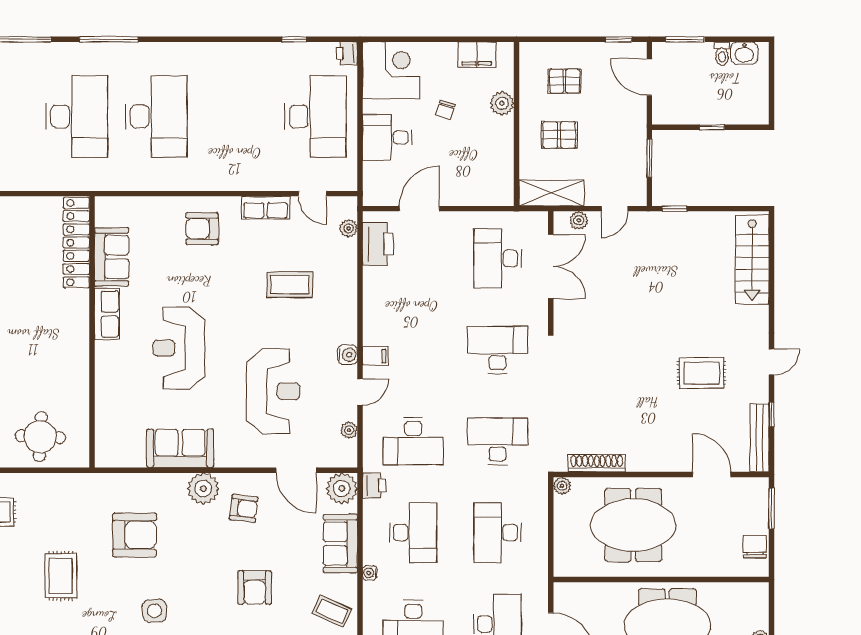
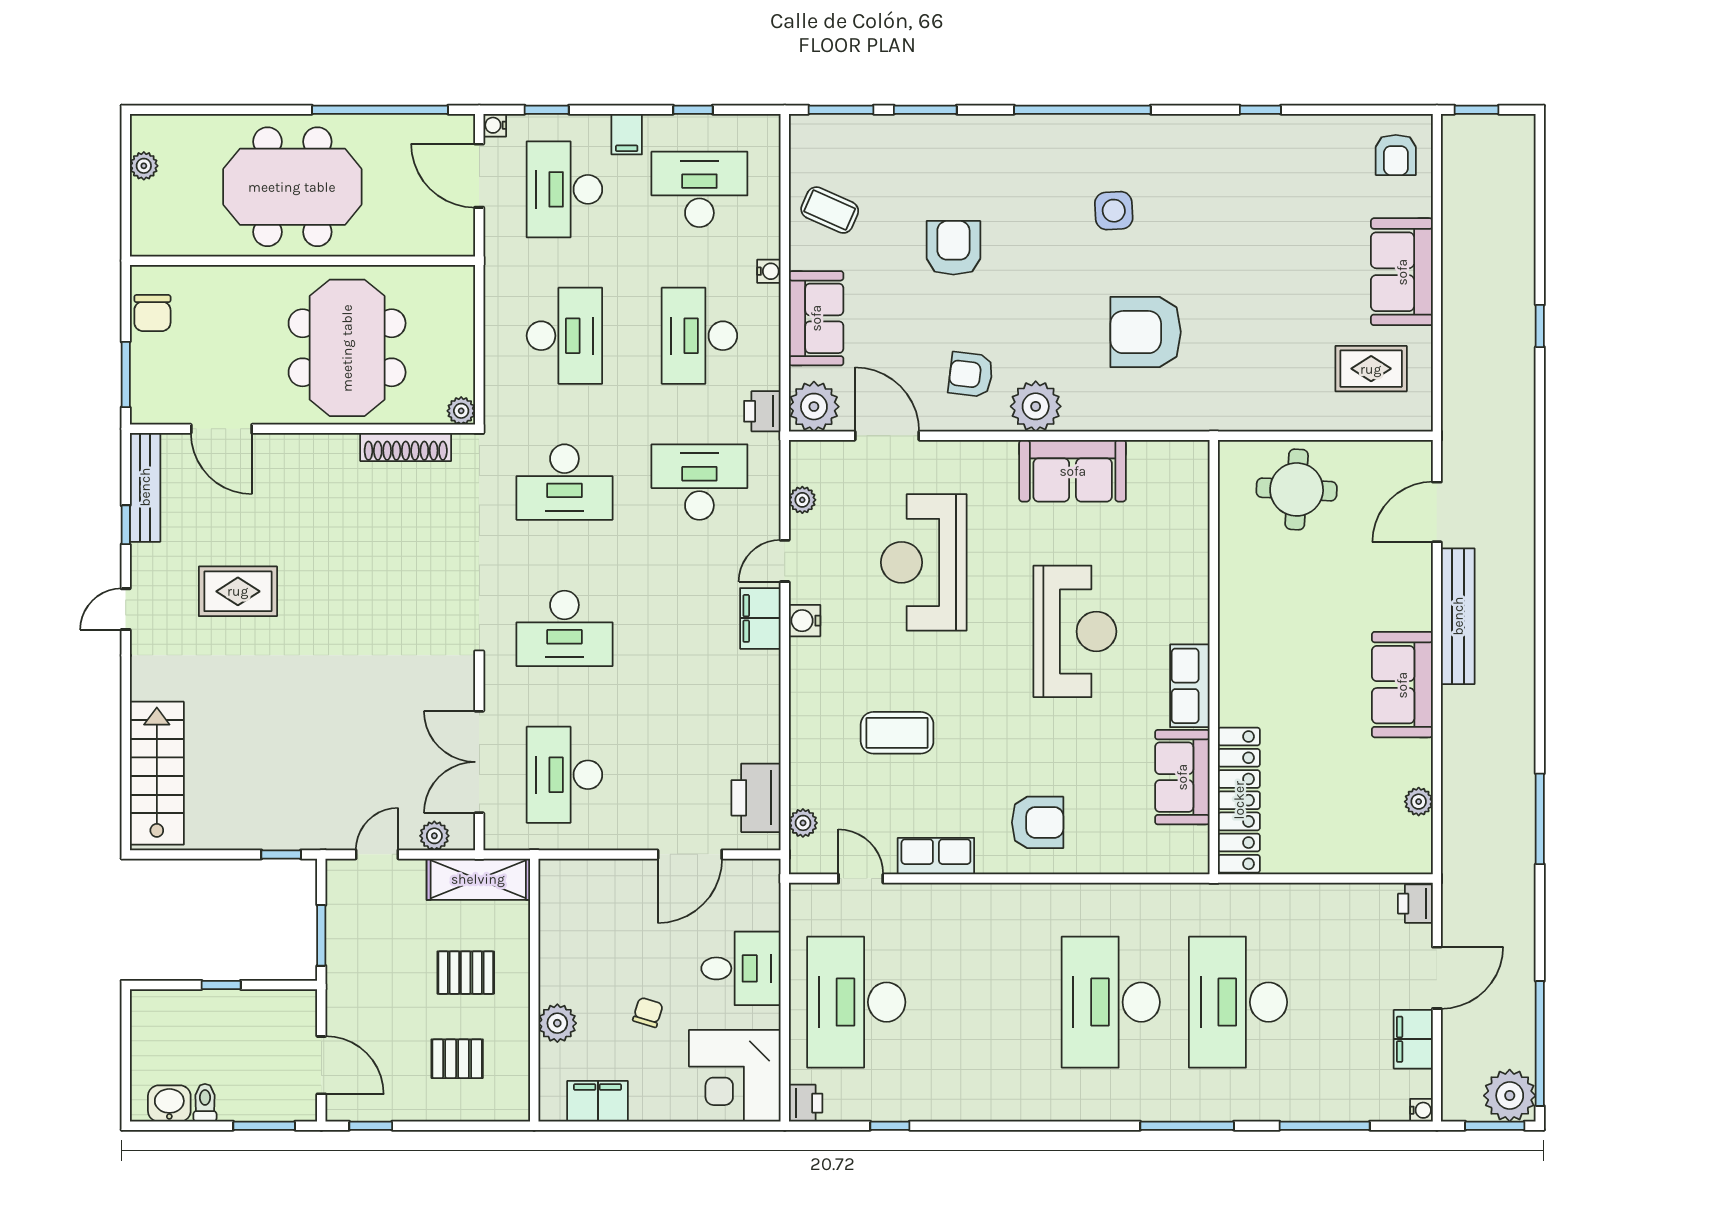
desk: (497, 258) -> (564, 775), turned 180
filing cabinet: (375, 356) -> (760, 618), width x2.00
meeting table: (633, 525) -> (347, 348), turned 90
rug: (61, 576) -> (1264, 267), removed

